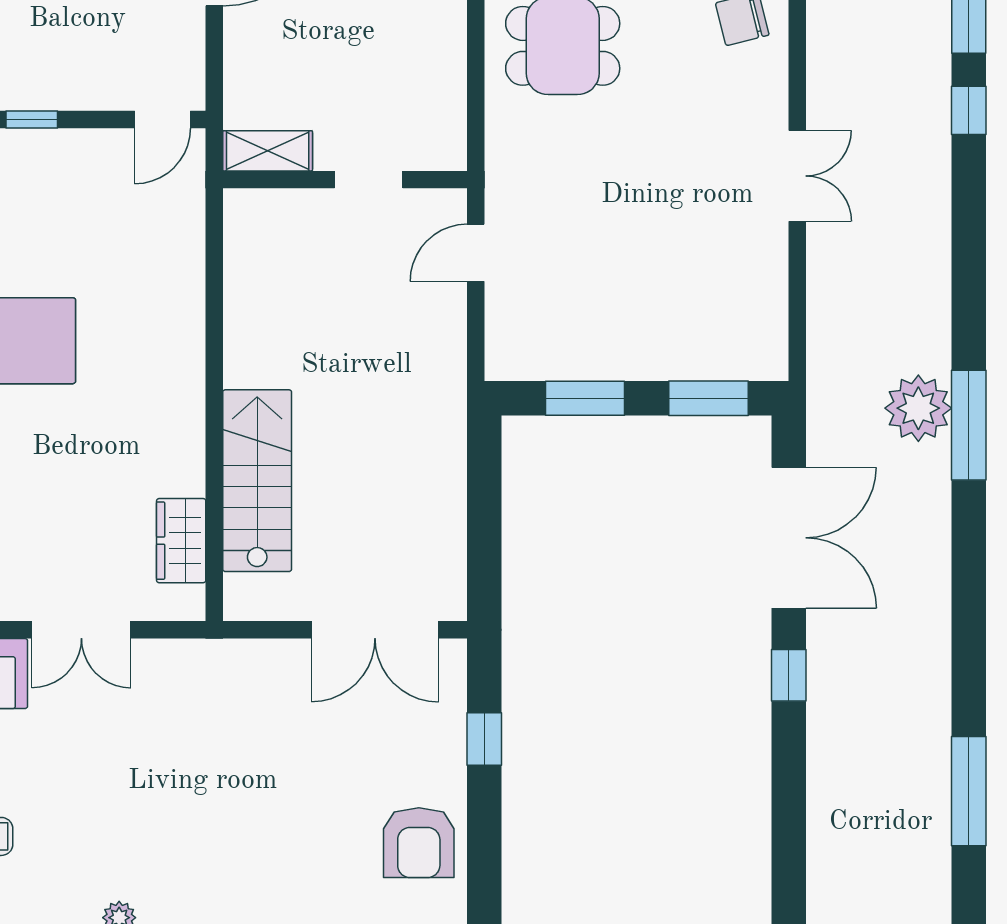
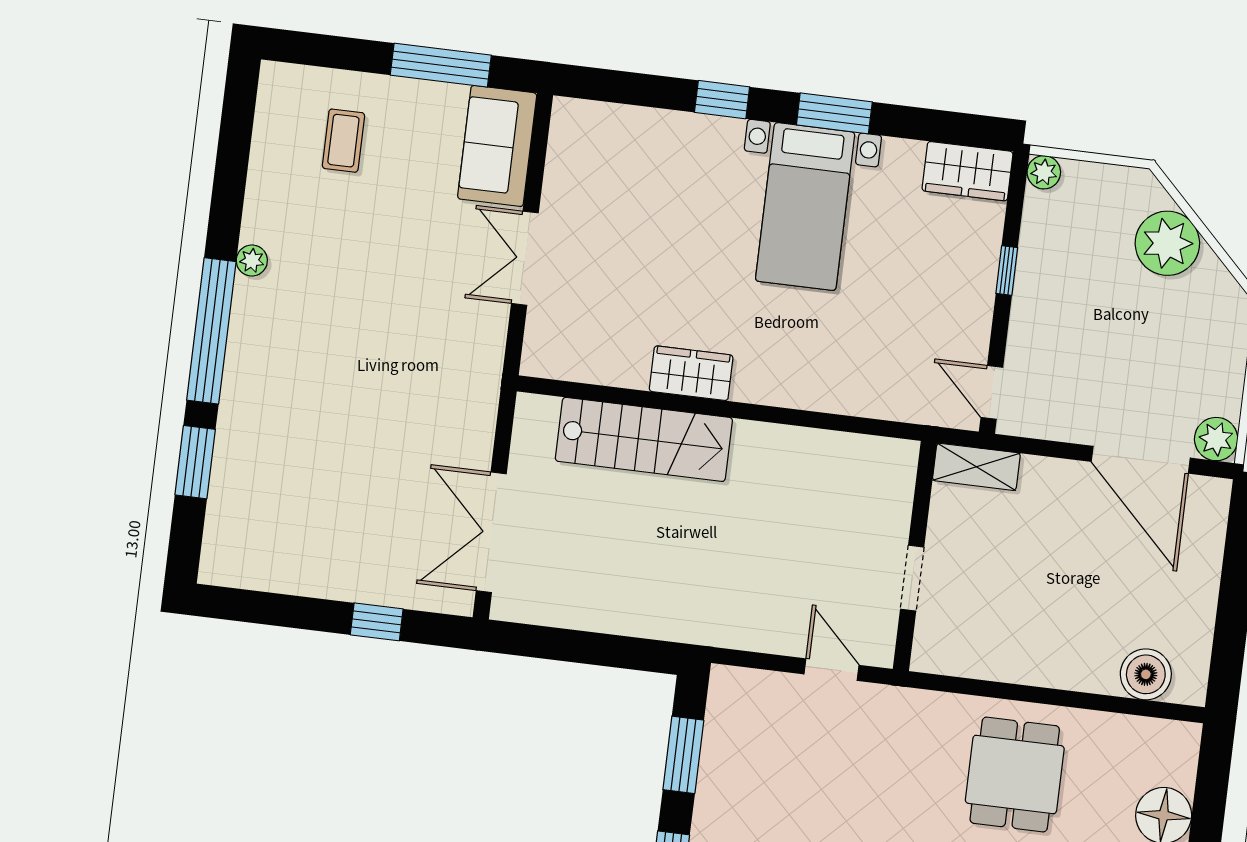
shelving: (268, 151) -> (976, 467), moved, turned 90
wardrobe: (181, 541) -> (691, 373), moved
armchair: (419, 843) -> (287, 549), removed

